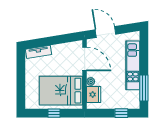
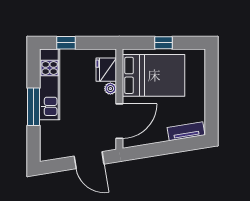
door: (85, 59) -> (119, 121), swing flipped
kitchen unit: (133, 65) -> (50, 84), moved
window: (144, 88) -> (33, 107), moved

